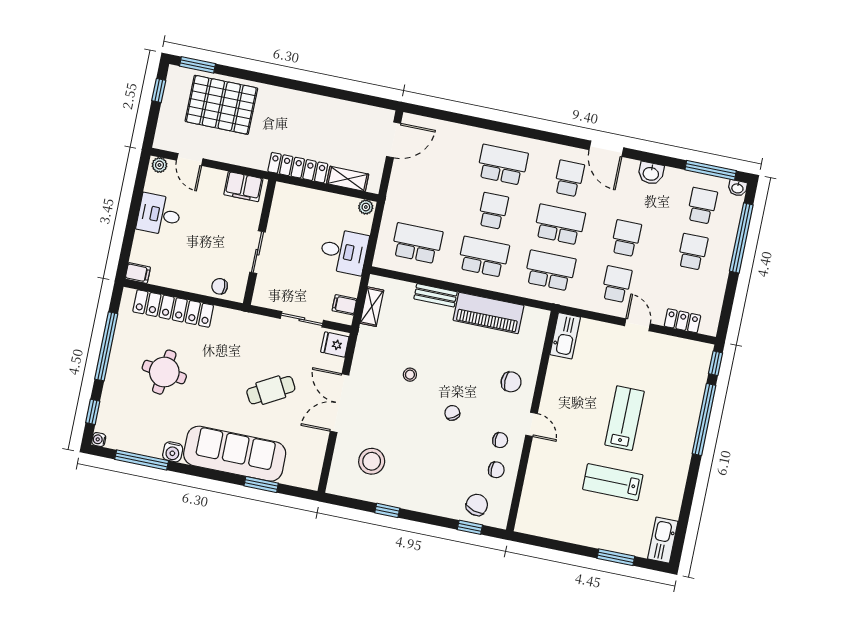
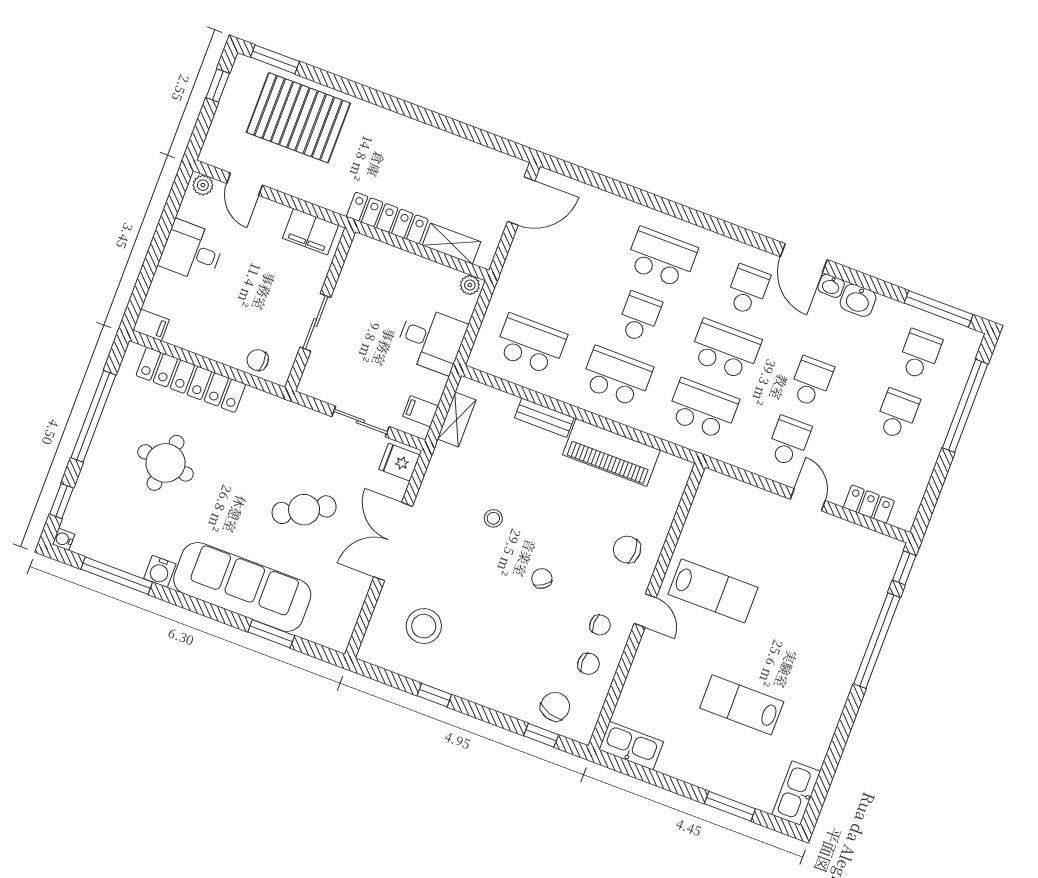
washbasin: (737, 188) -> (831, 286), moved
kitchen sink: (565, 336) -> (631, 746), moved, turned -90
chair: (511, 382) -> (627, 549), turned 180
lab bench: (625, 418) -> (713, 591), moved, turned 90

